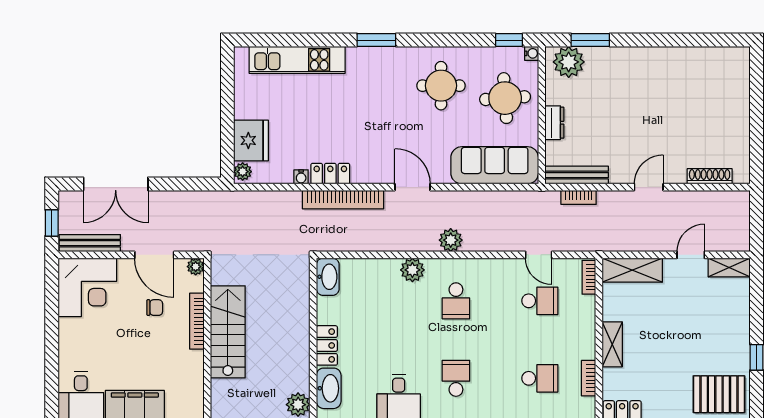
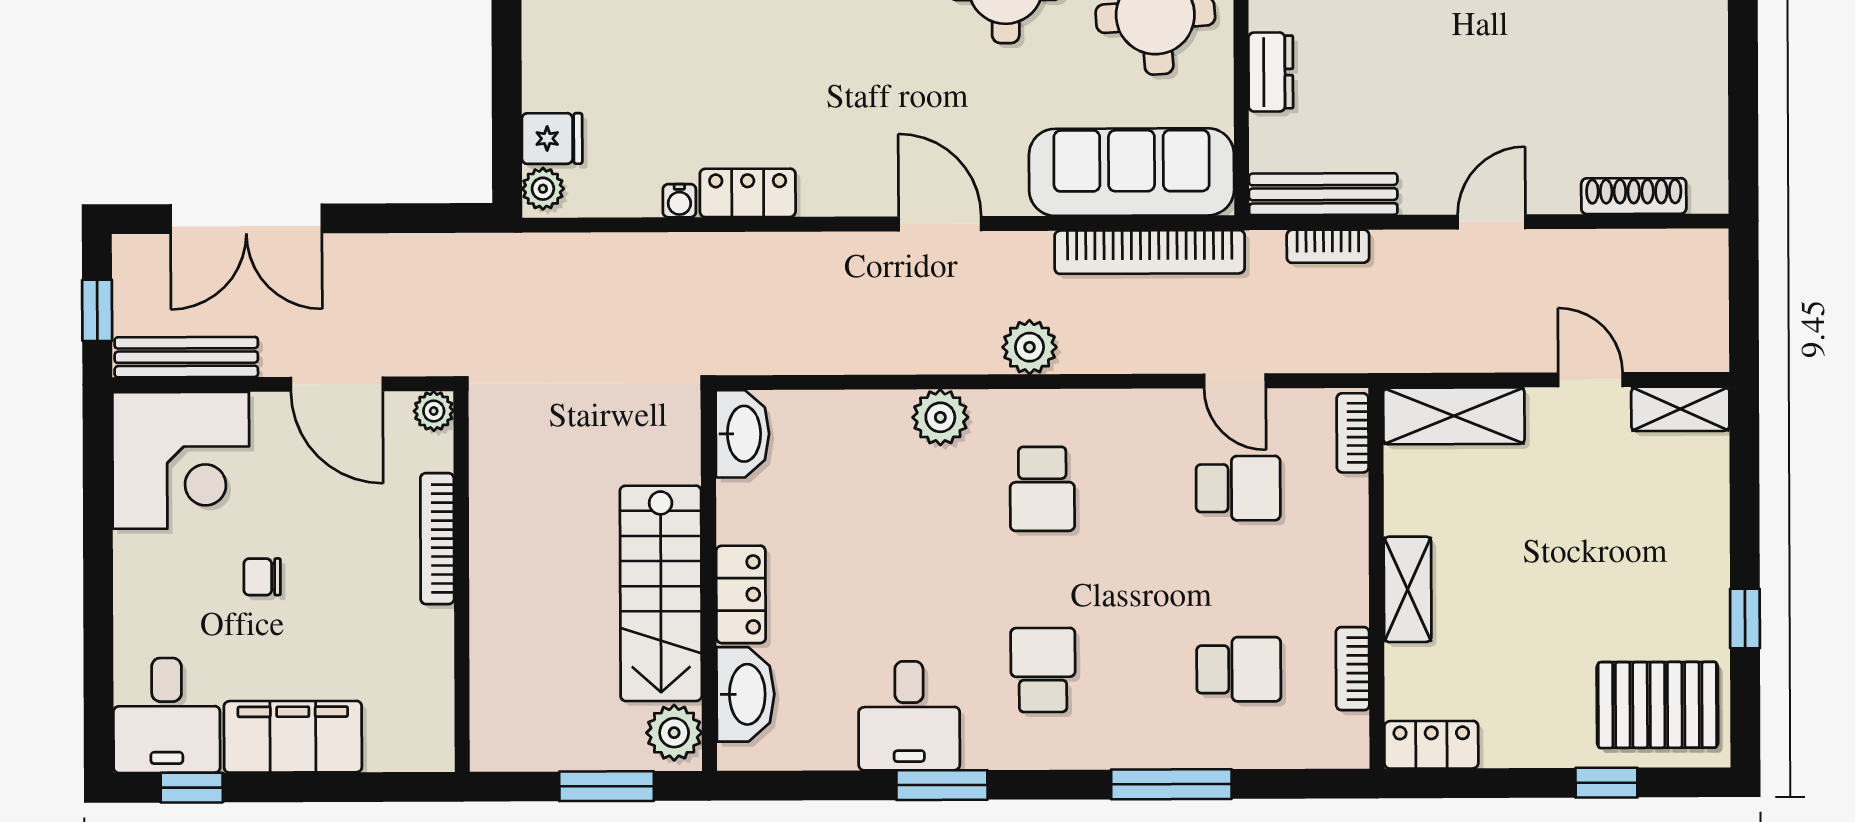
fridge: (251, 140) -> (552, 139), width x0.53, depth x0.75
bookcase: (343, 200) -> (1150, 252), moved
door: (691, 255) -> (1590, 380), hinge flipped
chair: (155, 308) -> (262, 577), moved, turned 180
stairs: (228, 332) -> (661, 593), moved, turned 180

